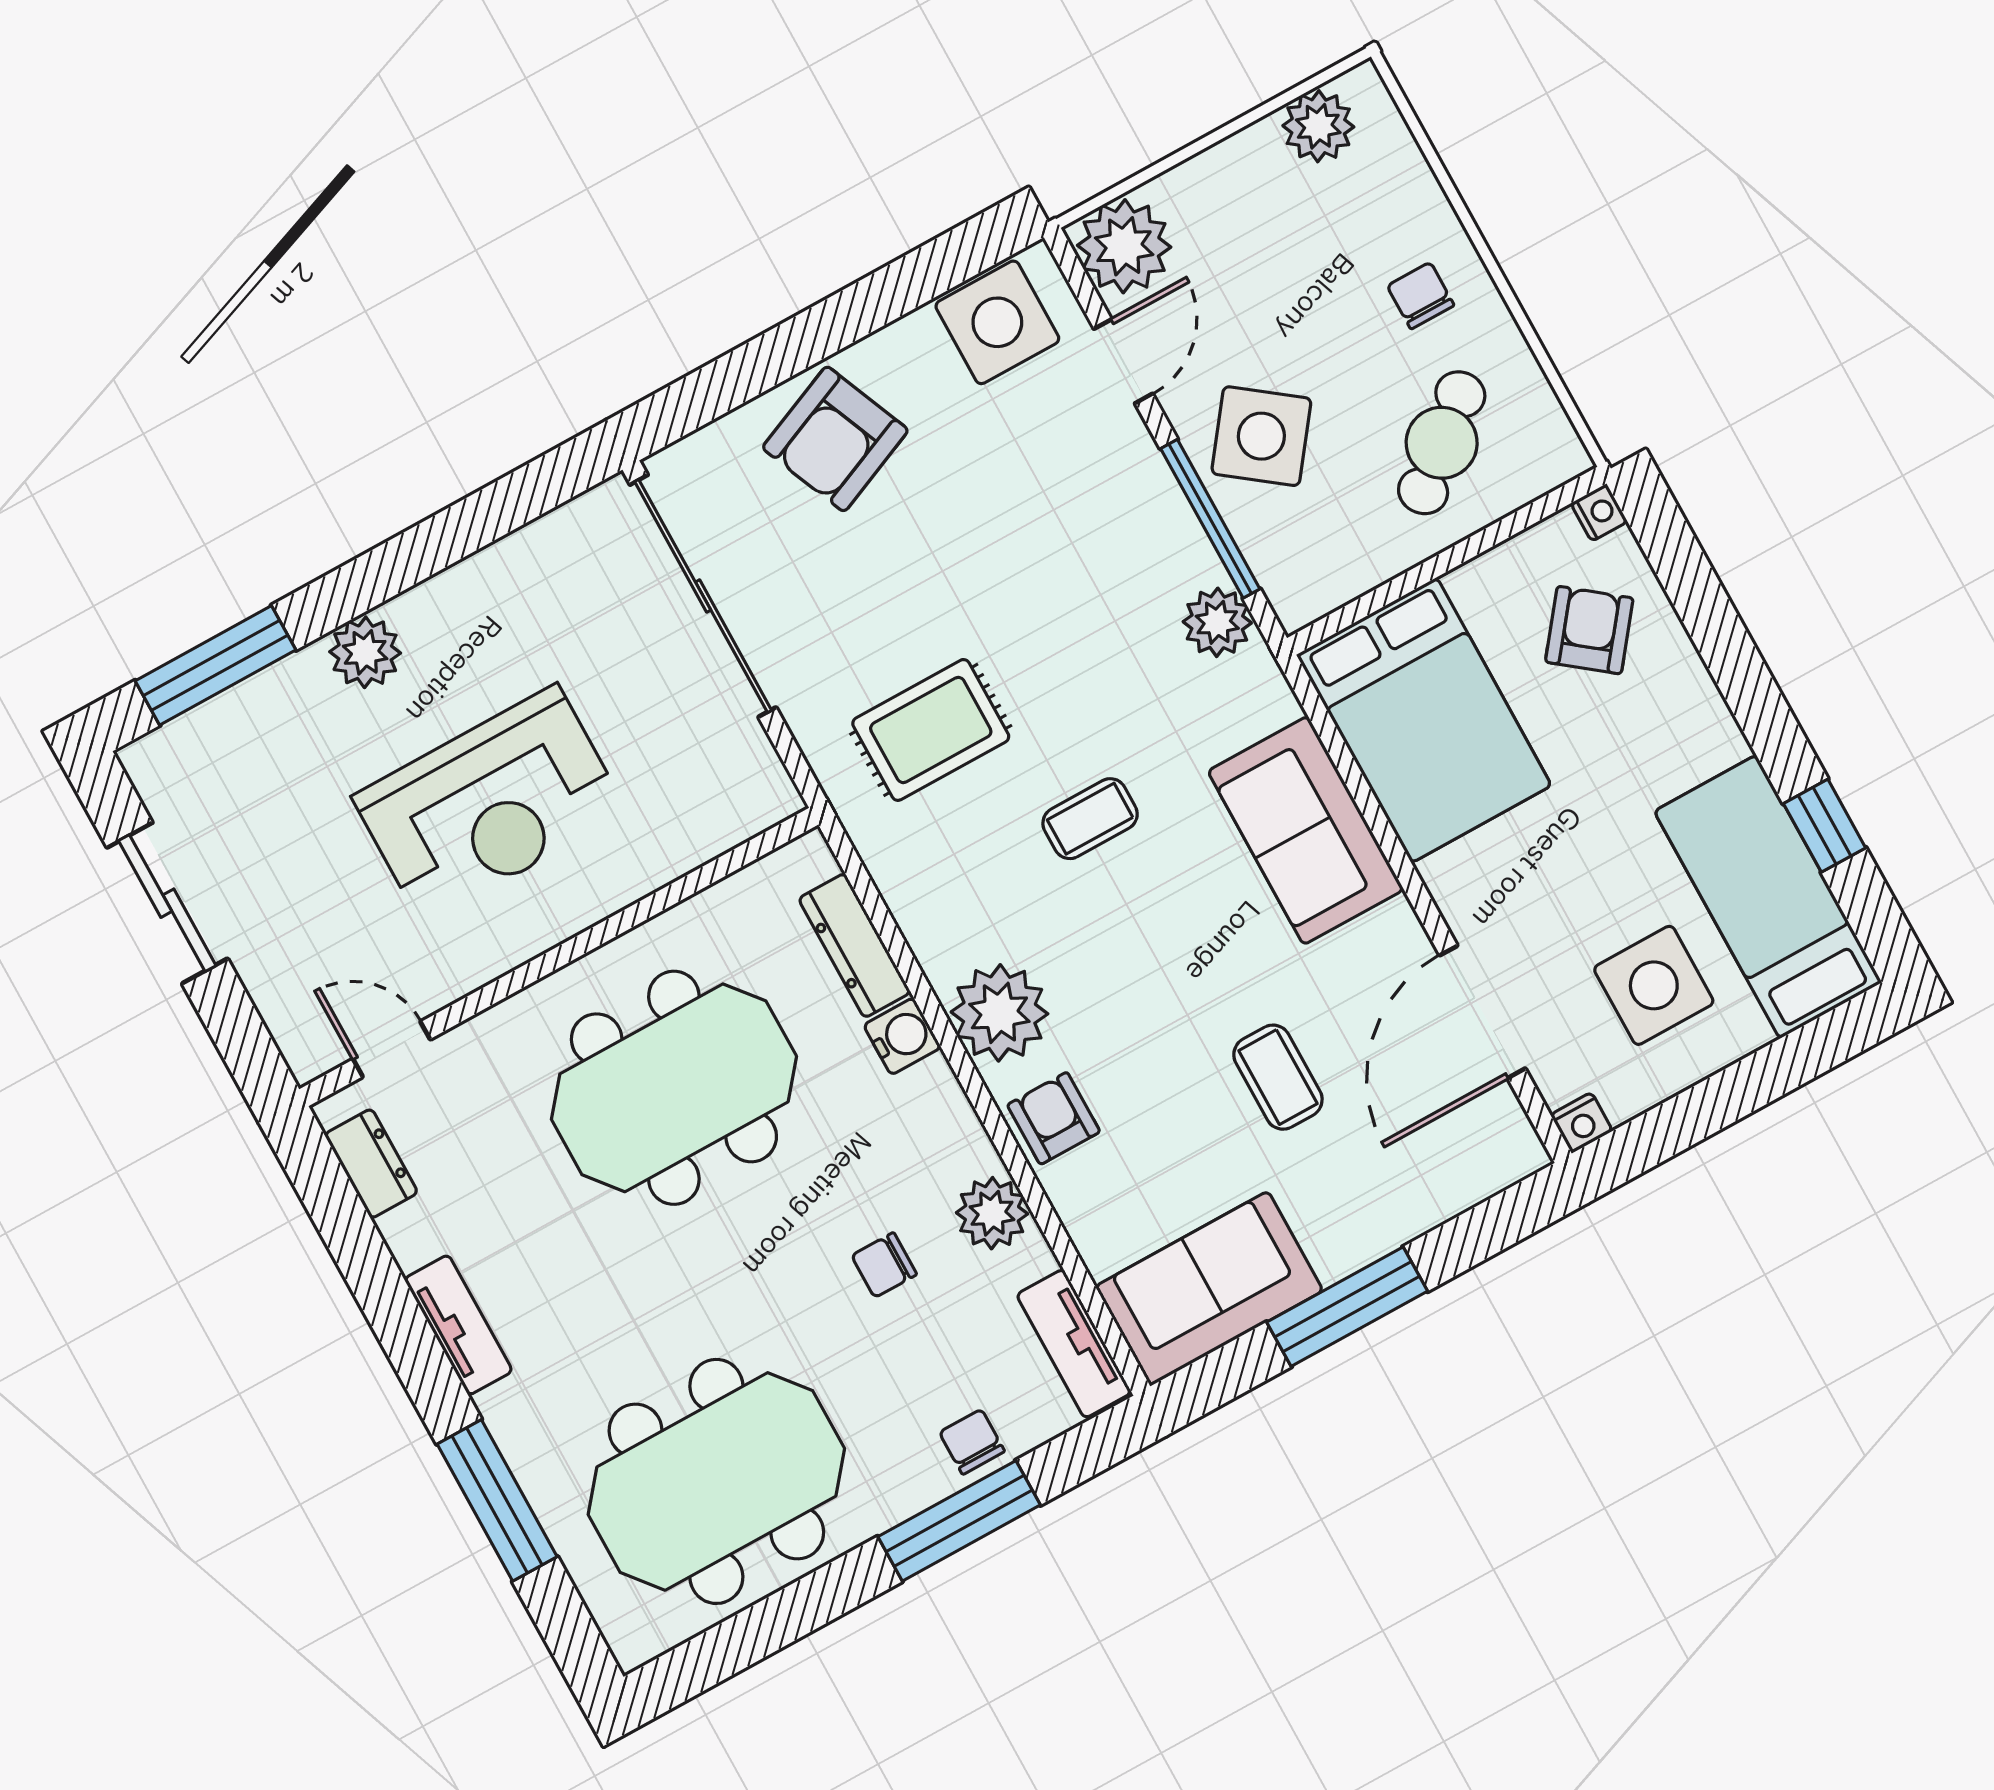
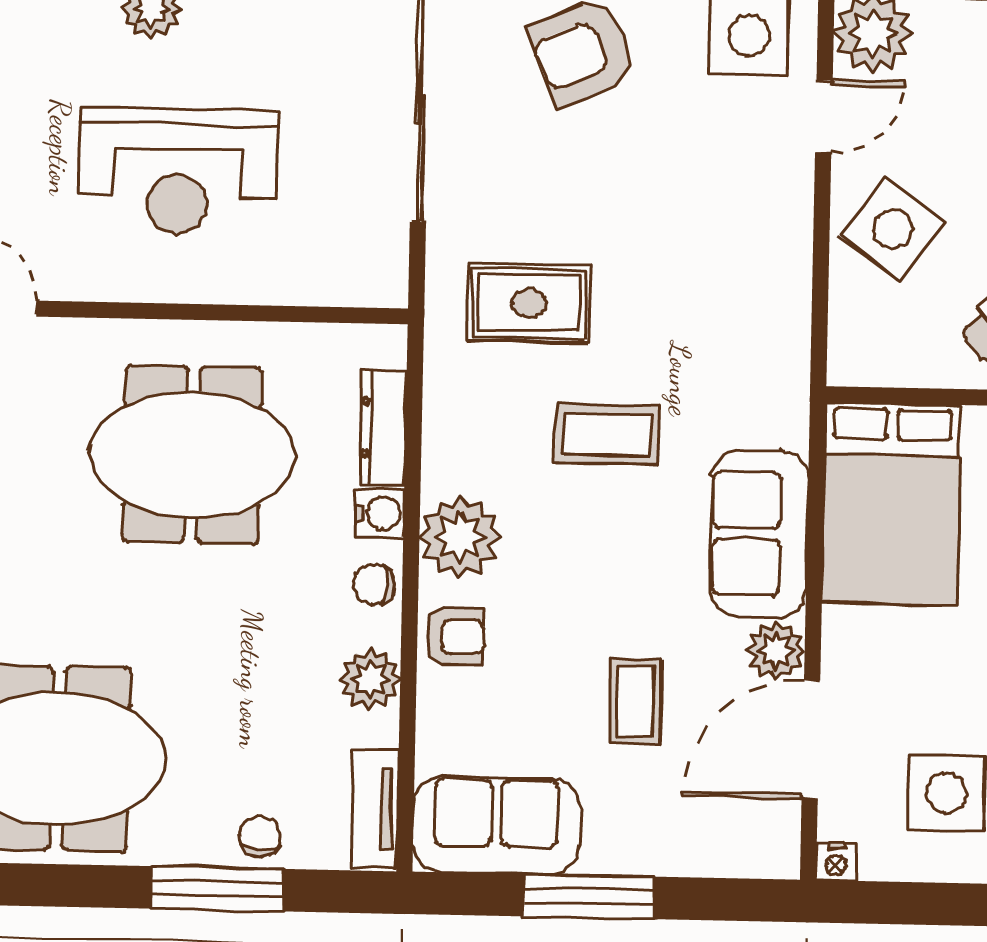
window: (1210, 519) -> (821, 267), removed
plant: (1217, 622) -> (776, 651), moved
coffee table: (1090, 819) -> (607, 434), width x1.36, depth x1.30
armchair: (1054, 1118) -> (455, 637), turned 90
chair: (884, 1265) -> (374, 584), moved

